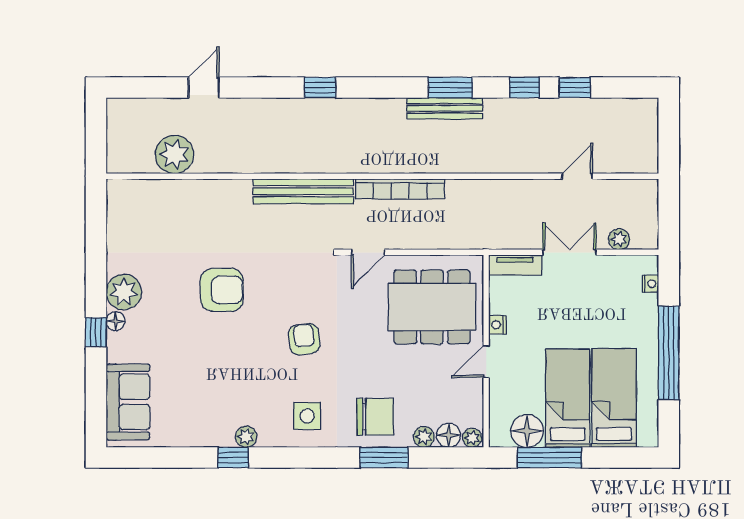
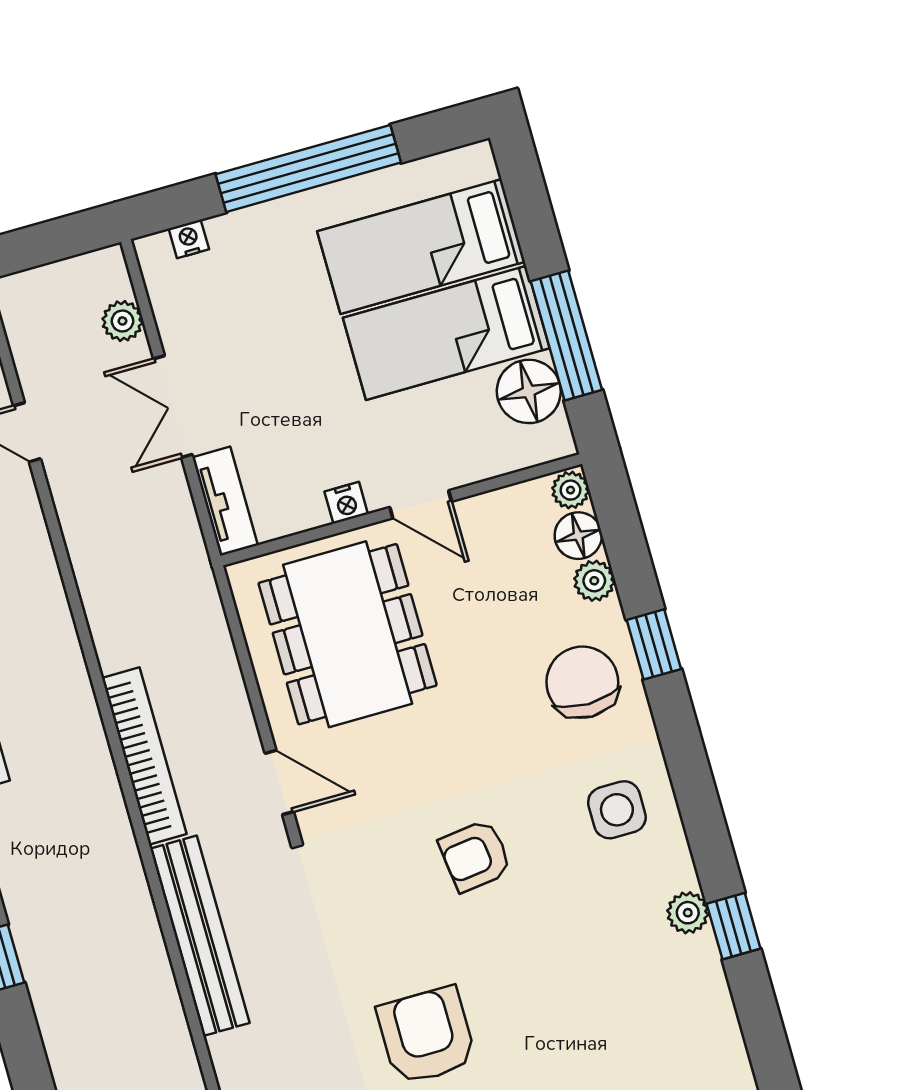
window: (384, 458) -> (654, 644), width x0.67

